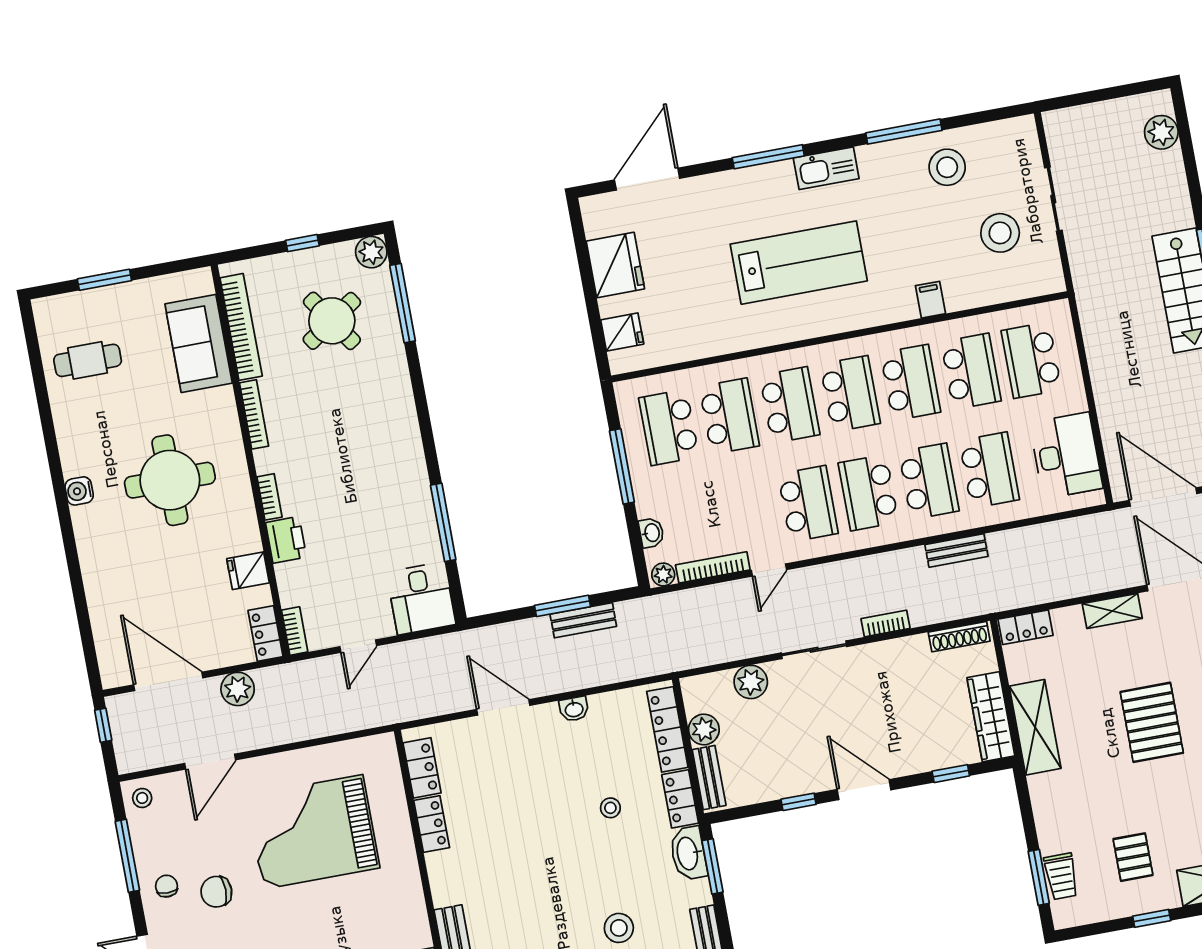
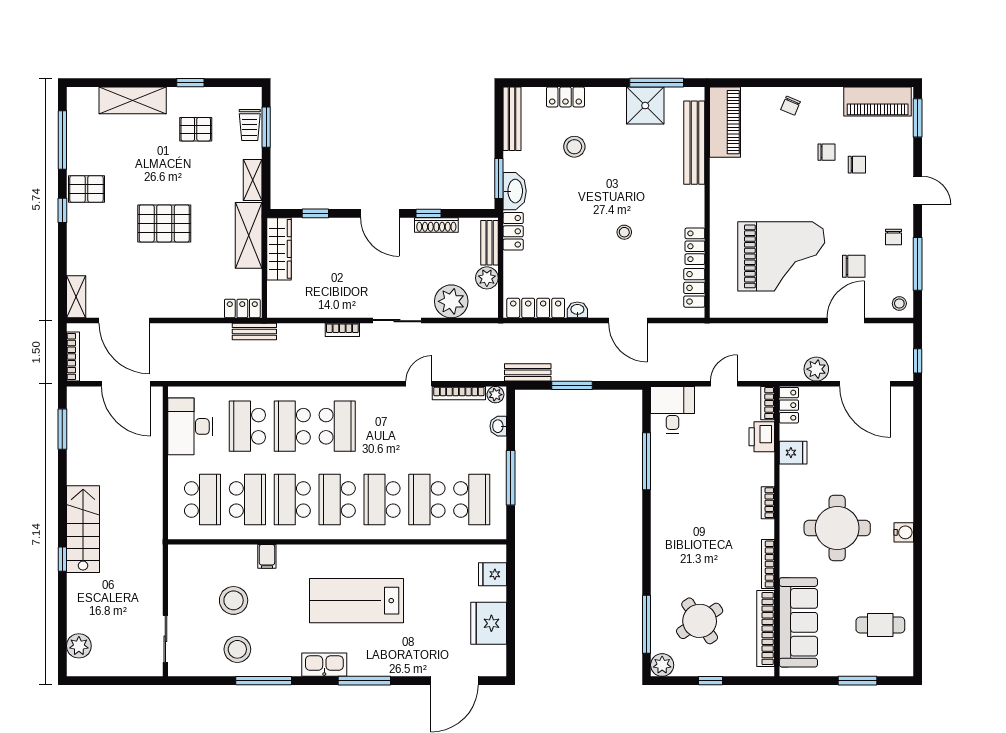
sliding door: (1053, 199) -> (165, 639), moved
stool: (1000, 233) -> (234, 600), moved
sofa: (199, 344) -> (798, 622), width x1.36
school desk: (971, 371) -> (247, 500), turned 180
school desk: (808, 504) -> (382, 426), removed
printer: (286, 540) -> (762, 437), moved
bench: (956, 550) -> (254, 331), moved
shelving: (1112, 611) -> (253, 180), moved, turned 90
bench: (583, 620) -> (528, 372), moved
shoe rack: (959, 637) -> (436, 225), moved, turned 180
plant: (751, 682) -> (451, 301), width x1.36, depth x1.36
pallet: (1152, 722) -> (164, 223), turned 90
locker: (667, 729) -> (536, 308), moved, turned -90
stool: (610, 808) -> (624, 232), moved
pallet: (1133, 857) -> (196, 129), turned 90
trolley: (1061, 876) -> (250, 125), turned 180
chair: (216, 892) -> (854, 266), moved

